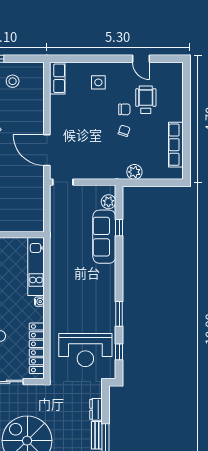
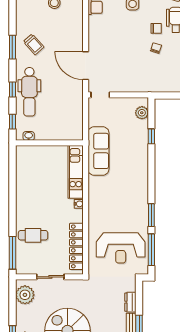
plant: (134, 172) -> (165, 86), removed
sofa: (104, 237) -> (98, 151), moved, turned 180
window: (119, 352) -> (151, 250), width x2.17

